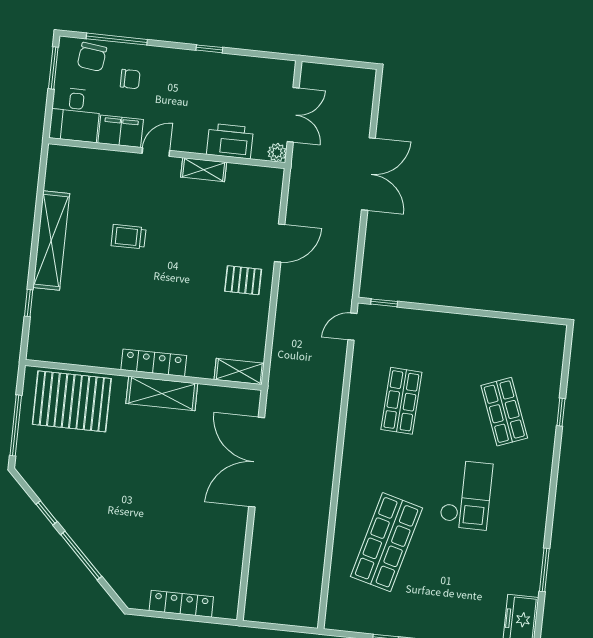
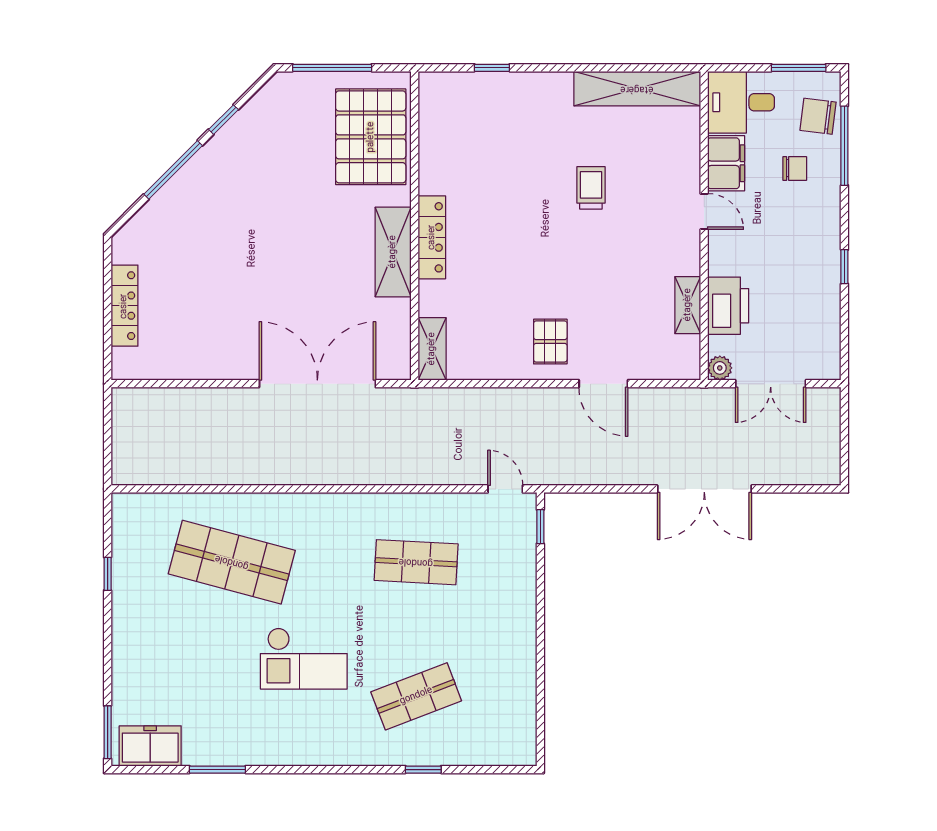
chair: (130, 79) -> (795, 168), turned -90
shelving: (204, 170) -> (688, 305), moved
shelving: (51, 240) -> (637, 89), moved

